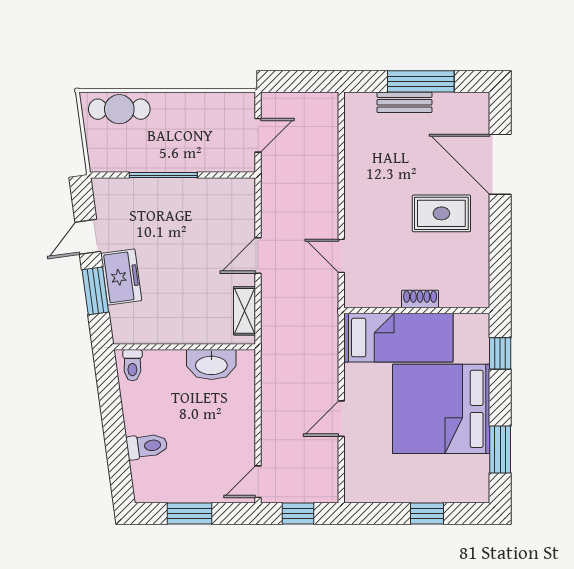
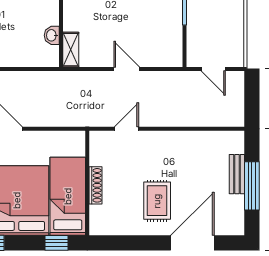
shoe rack: (420, 299) -> (96, 185), width x1.43
shelving: (245, 311) -> (71, 50), moved, turned 90
bed: (398, 338) -> (68, 196), moved, turned 180
washbasin: (211, 365) -> (52, 35), width x0.52, depth x0.69

